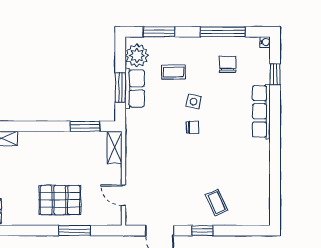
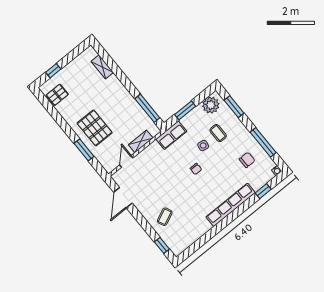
row of seats: (135, 88) -> (171, 135), moved
side table: (194, 102) -> (203, 145), moved
row of seats: (261, 111) -> (231, 205), width x1.36
window: (85, 126) -> (147, 108), width x1.44
shelving: (115, 147) -> (141, 141), moved
window: (202, 231) -> (162, 245), moved

